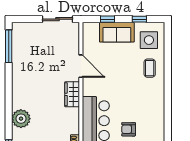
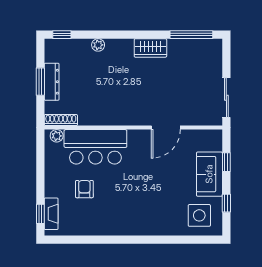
coffee table: (150, 68) -> (163, 216), removed
wardrobe: (72, 94) -> (150, 48), moved, turned 180
plant: (21, 119) -> (98, 45), width x0.53, depth x0.53

